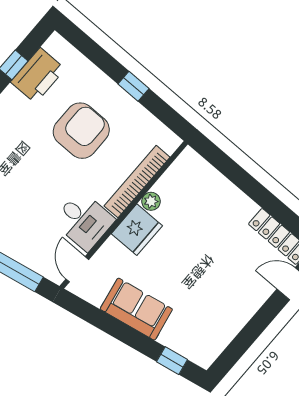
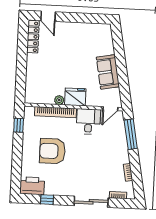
printer: (38, 75) -> (32, 186), moved
window: (134, 86) -> (19, 125), moved
window: (172, 361) -> (118, 41), removed

